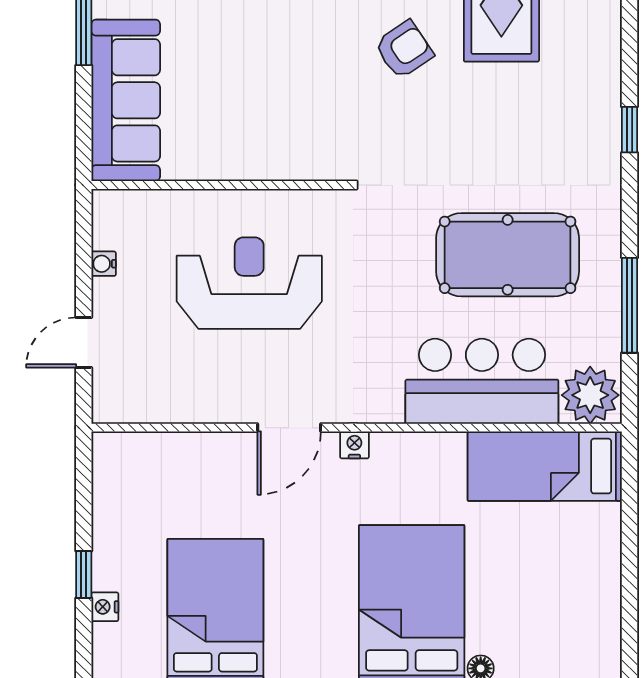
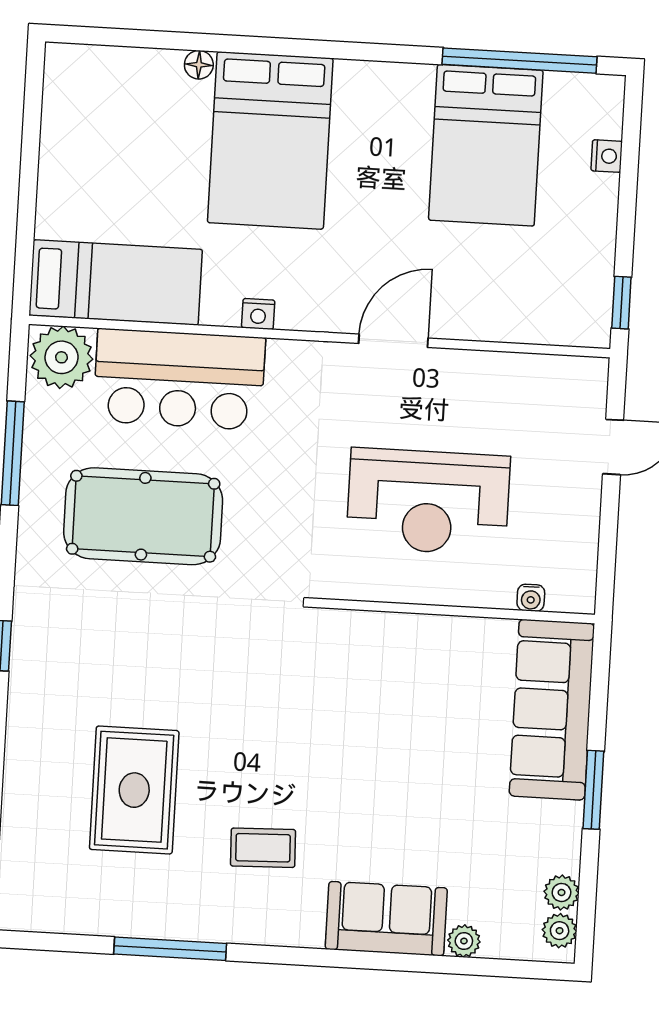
armchair: (404, 50) -> (244, 748), removed
water cooler: (104, 264) -> (531, 598), moved, turned 90
nightstand: (354, 445) -> (258, 314), moved
window: (84, 574) -> (621, 303), moved

